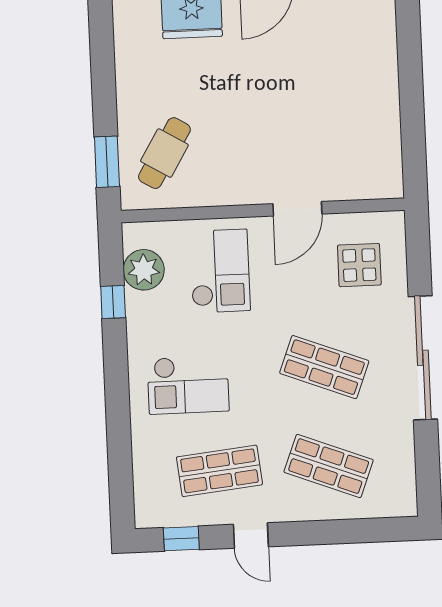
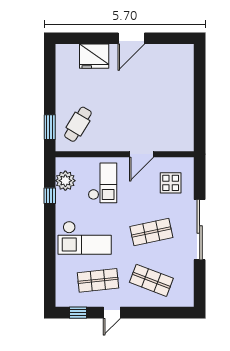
shop shelf: (324, 367) -> (151, 232), turned -33
checkout: (188, 385) -> (85, 238), width x1.36, depth x1.21
door: (251, 536) -> (112, 313), hinge flipped

